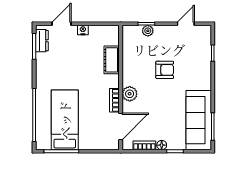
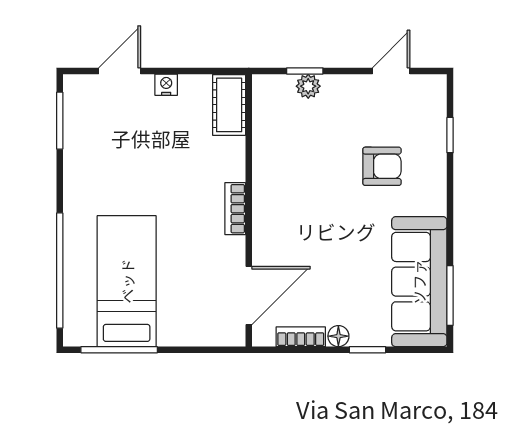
dresser: (42, 41) -> (77, 108), removed
cot: (112, 60) -> (229, 105), moved
armchair: (165, 70) -> (382, 166), moved
plant: (130, 94) -> (268, 224), removed
bookcase: (114, 100) -> (235, 209), moved

